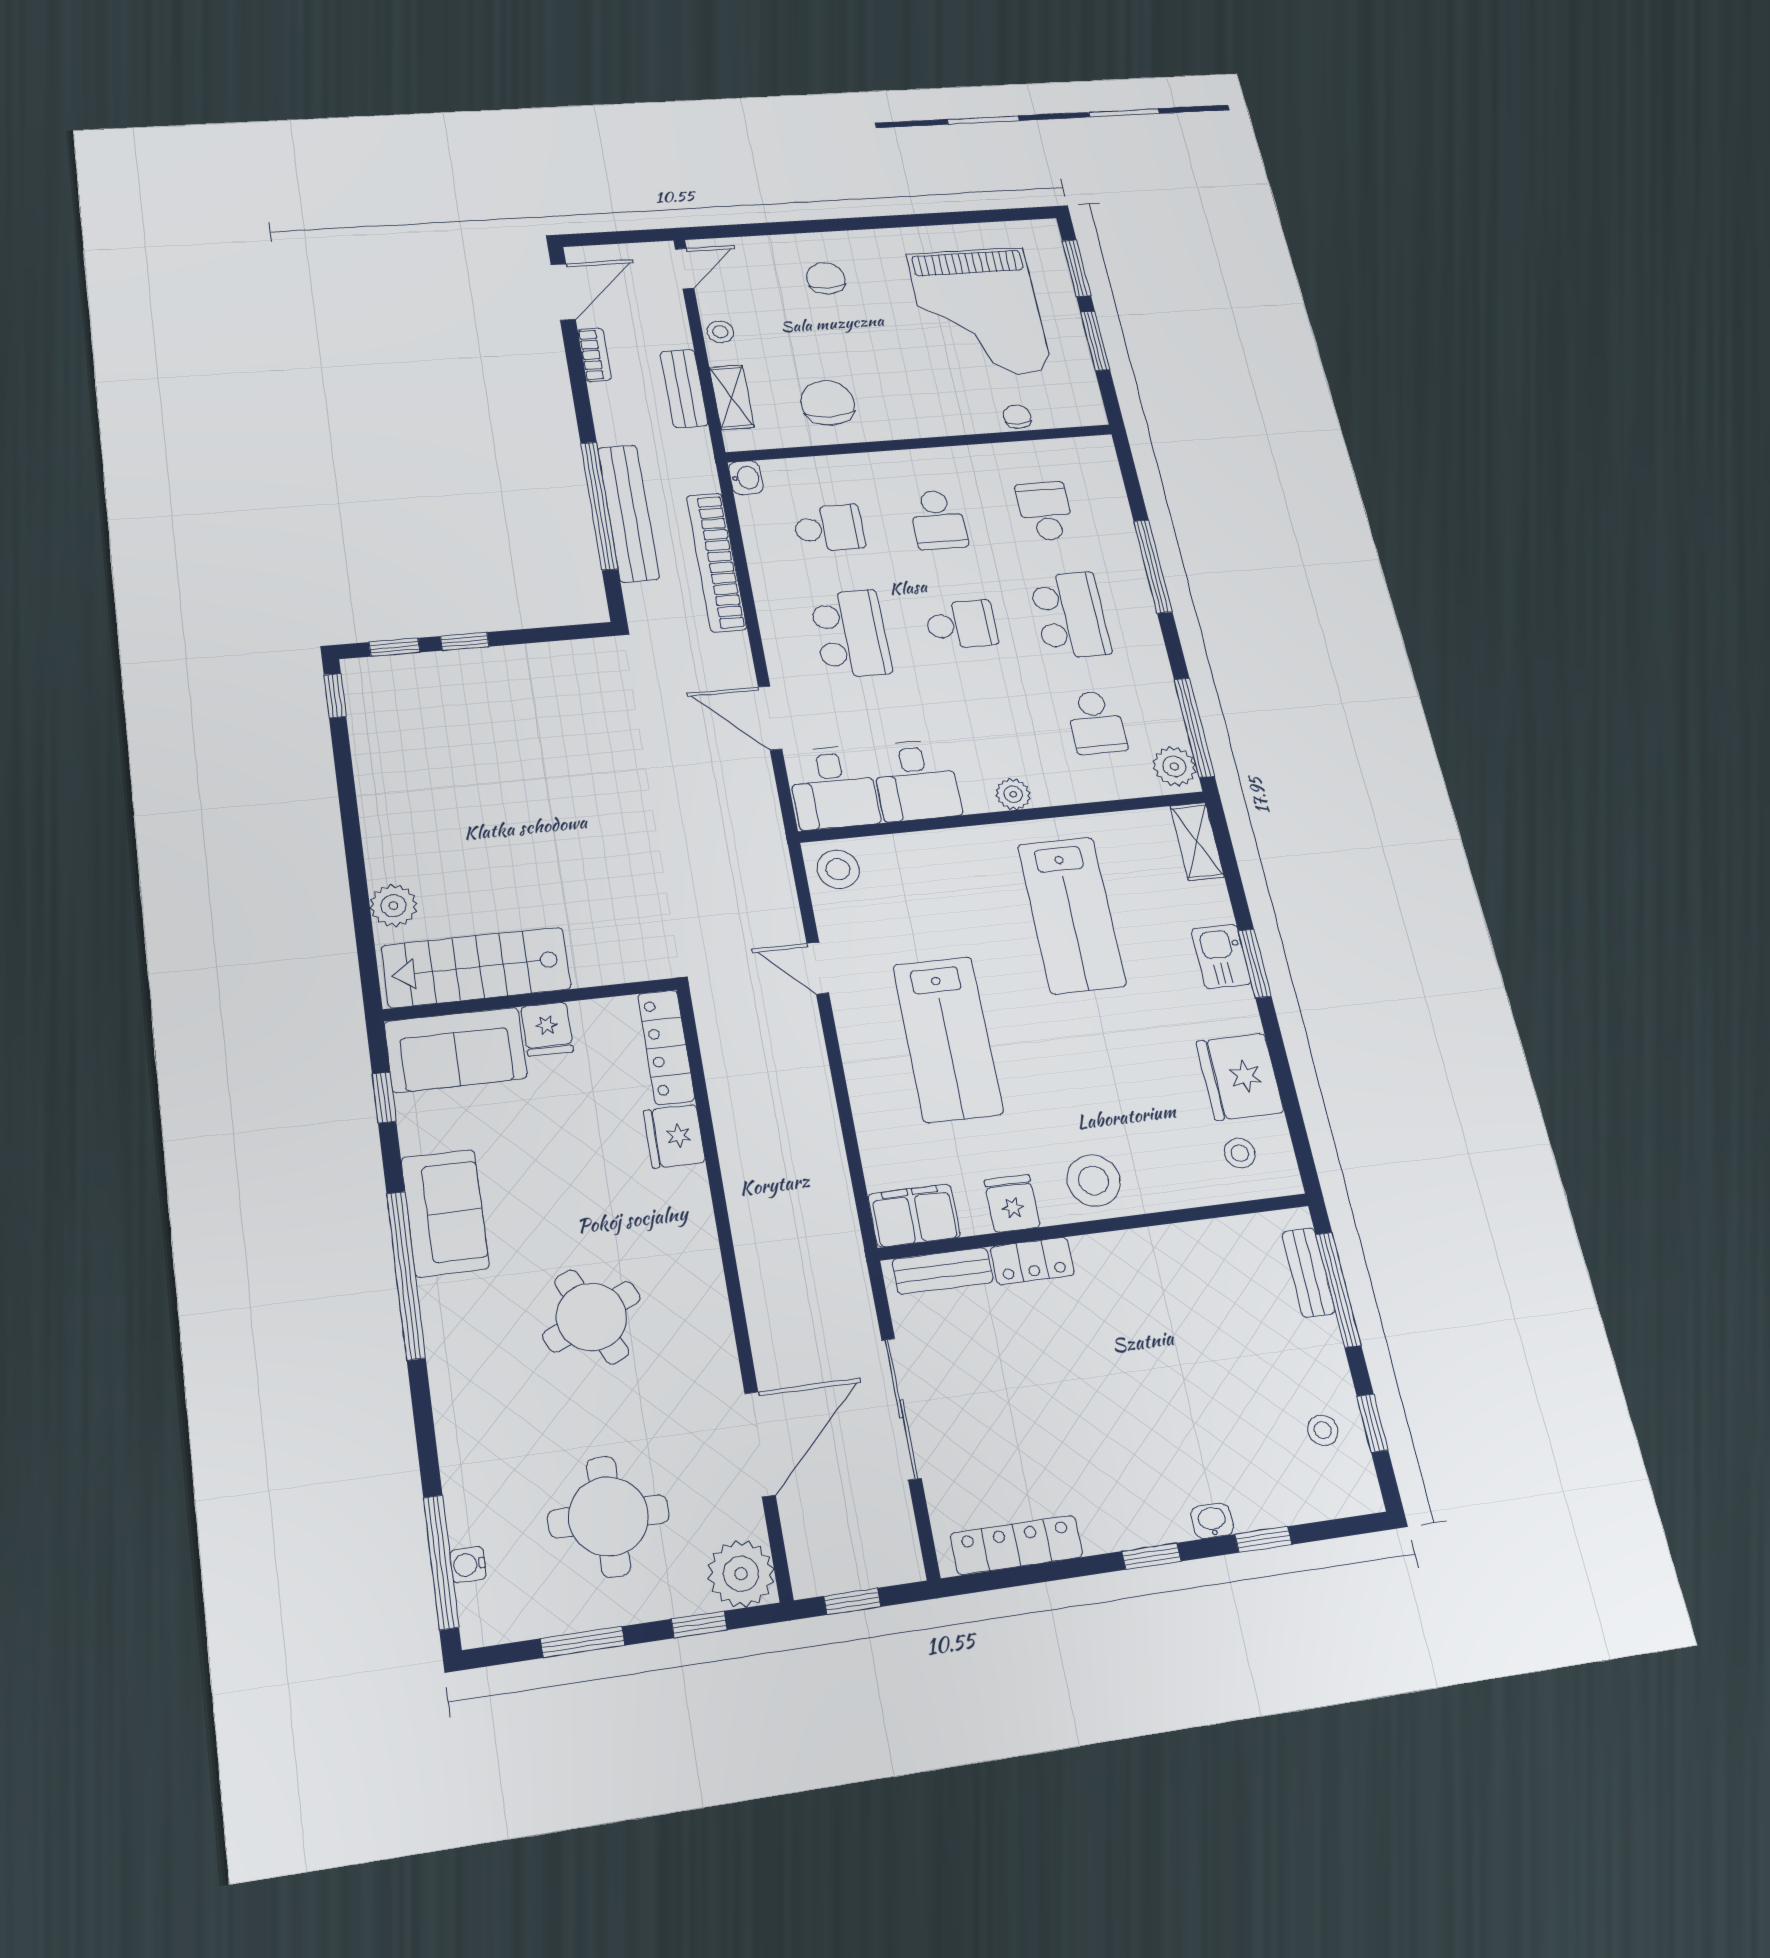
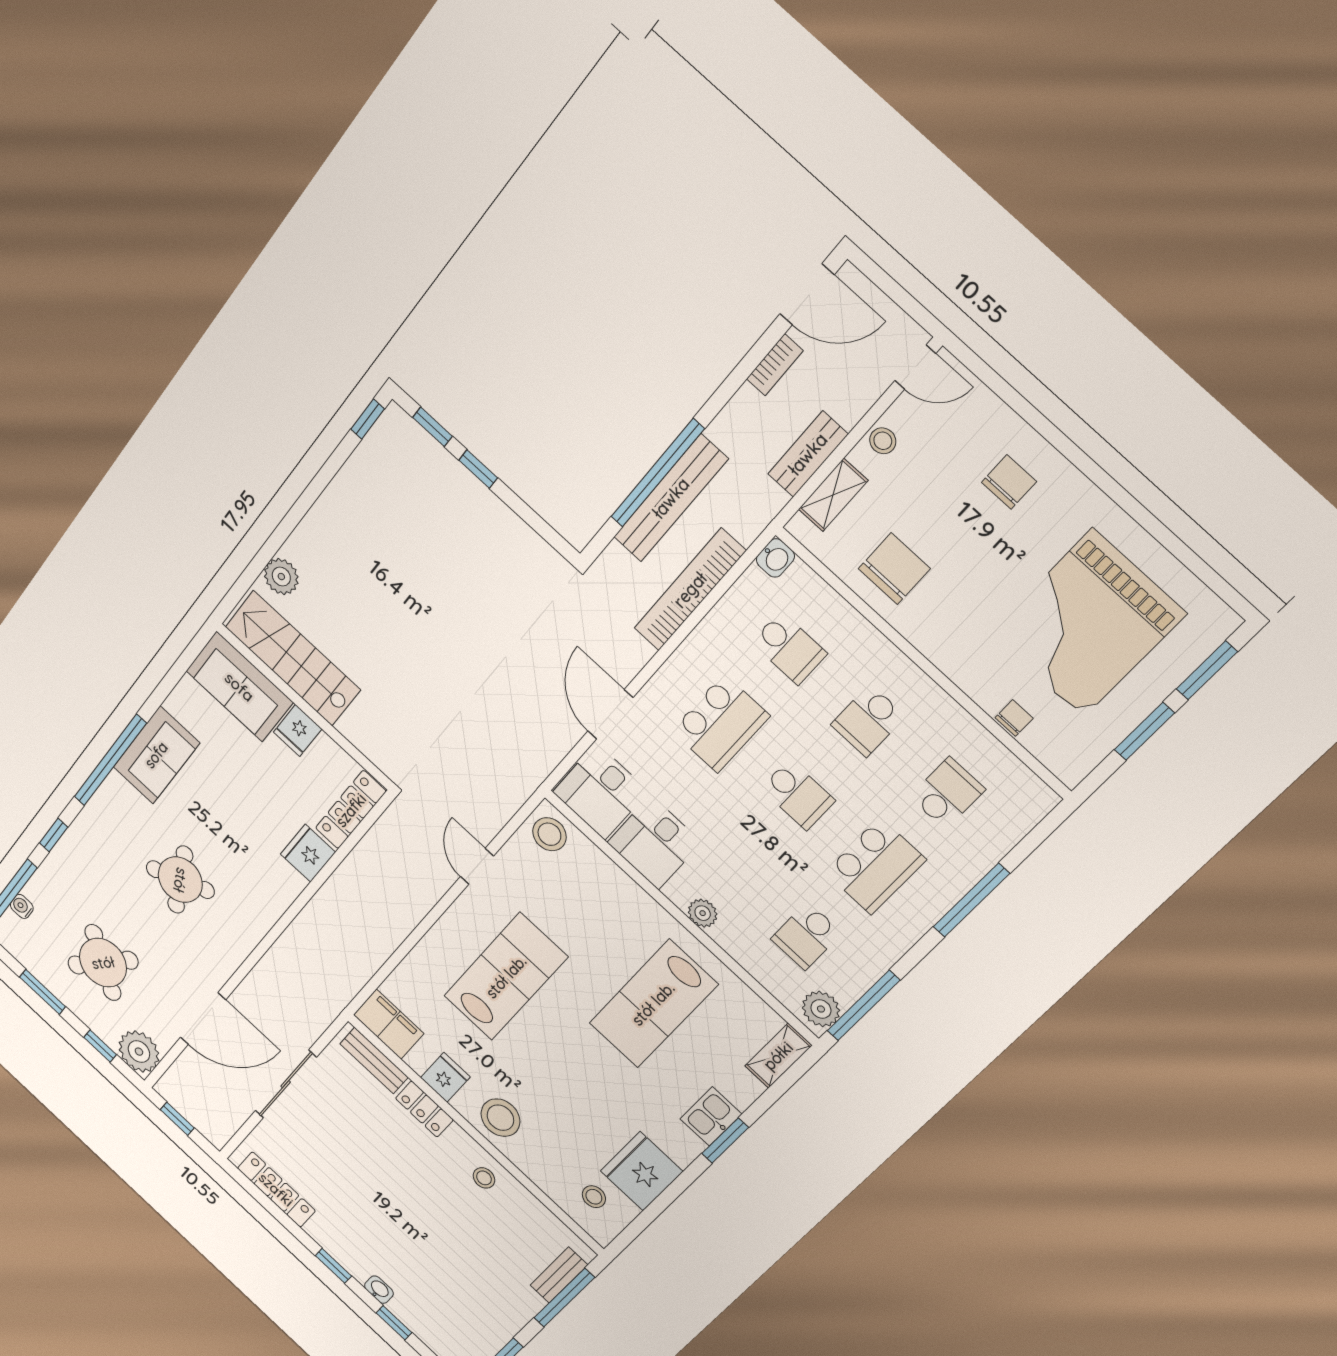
lab bench: (948, 1039) -> (506, 977), turned 180
window: (384, 1098) -> (54, 835), moved
stool: (1323, 1430) -> (484, 1178), moved
round table: (608, 1516) -> (103, 963), turned 37

